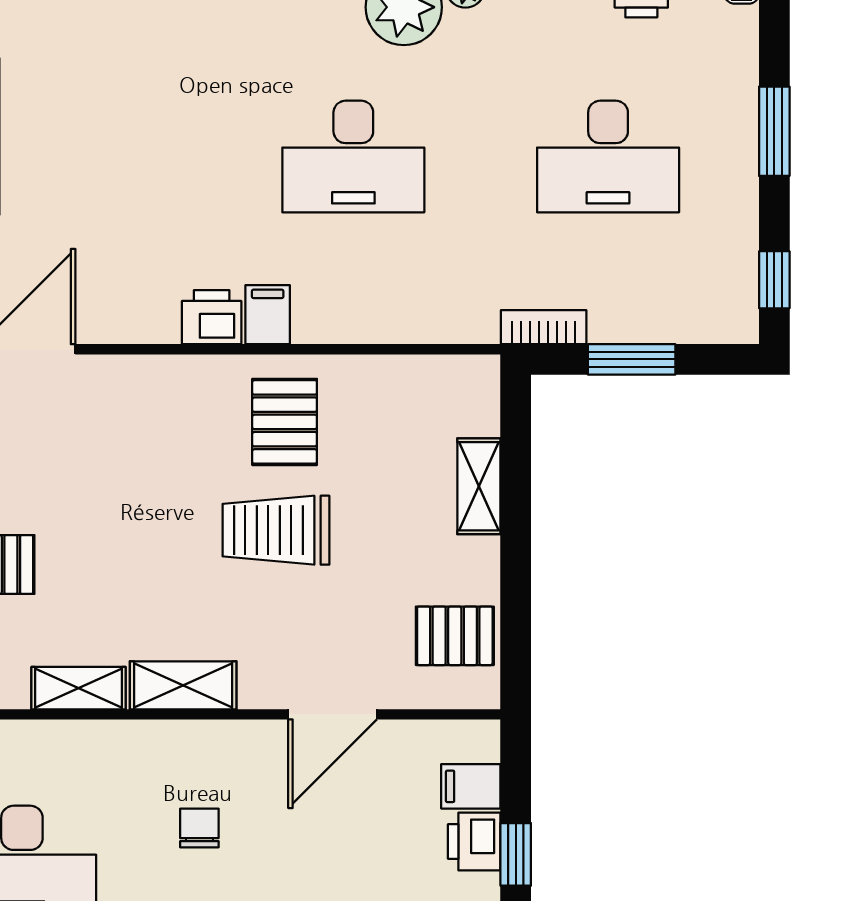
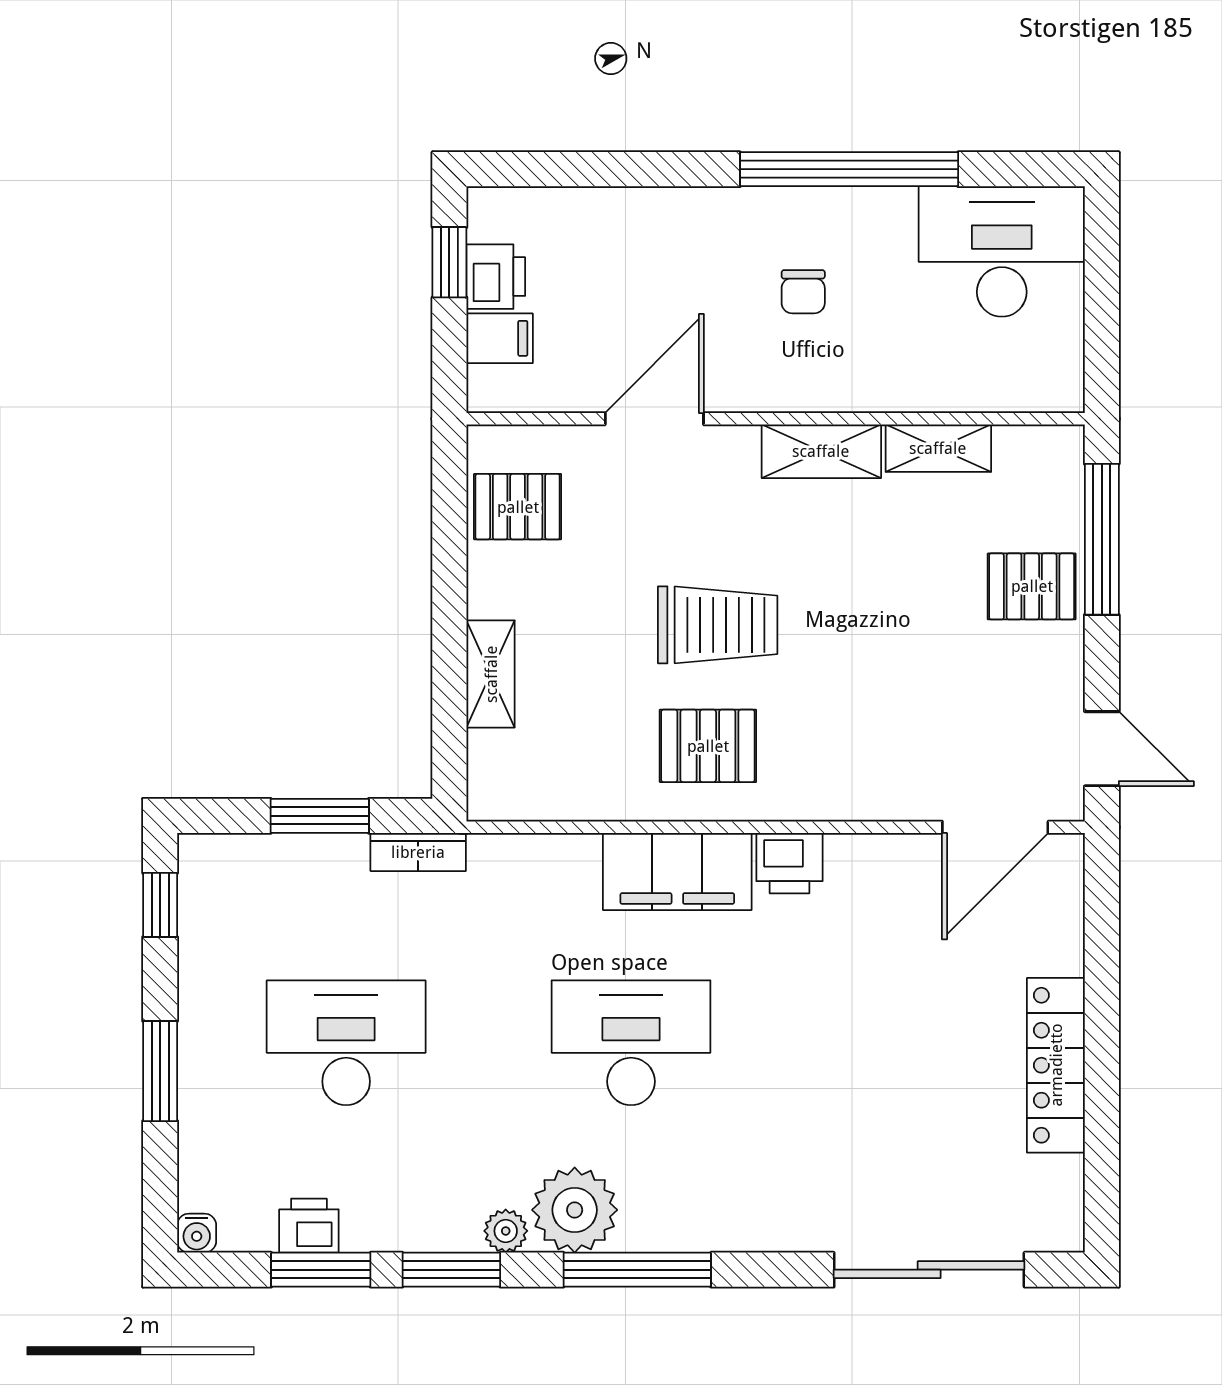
filing cabinet: (268, 315) -> (677, 871), width x3.00, depth x1.17
pallet: (285, 422) -> (708, 746), turned 90

